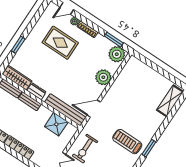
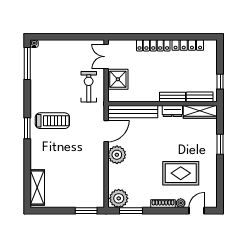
window: (146, 61) -> (86, 211), added
plant: (103, 77) -> (117, 155), moved
shower: (56, 124) -> (118, 79), moved

